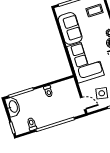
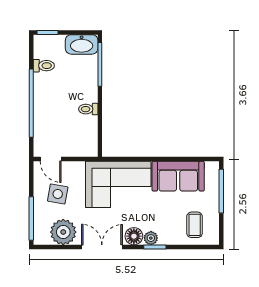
door: (83, 103) -> (51, 159), hinge flipped

